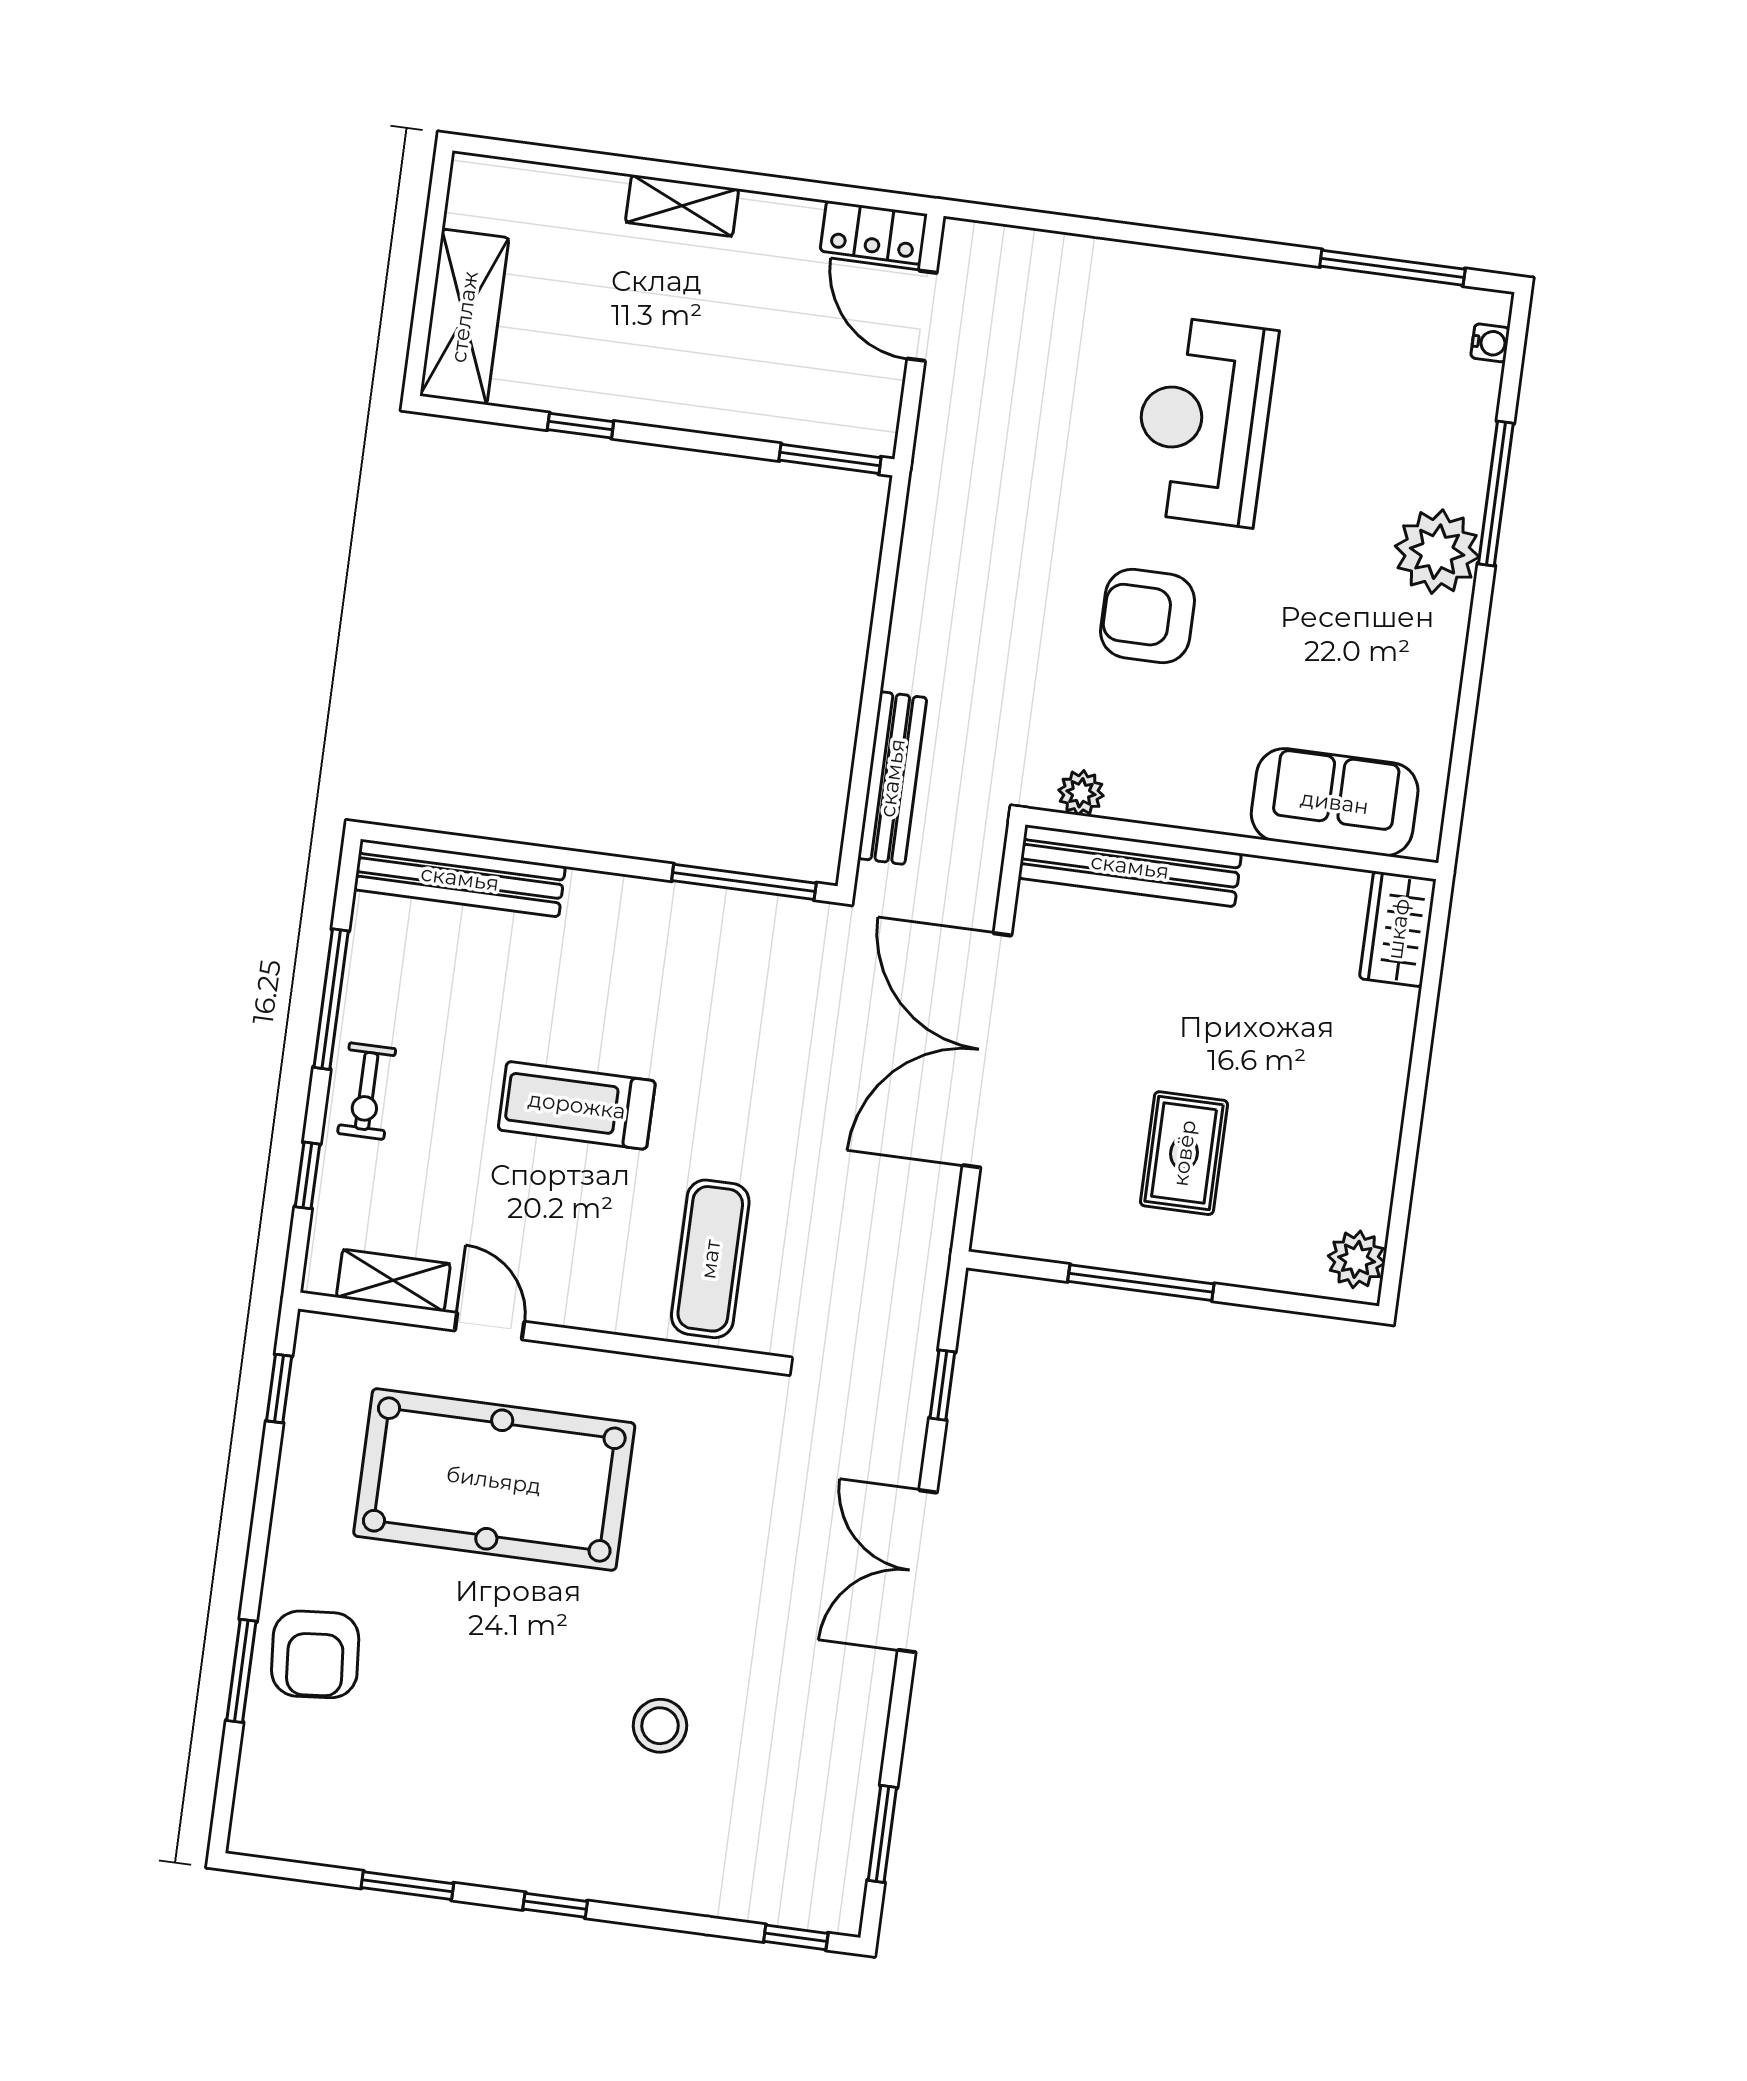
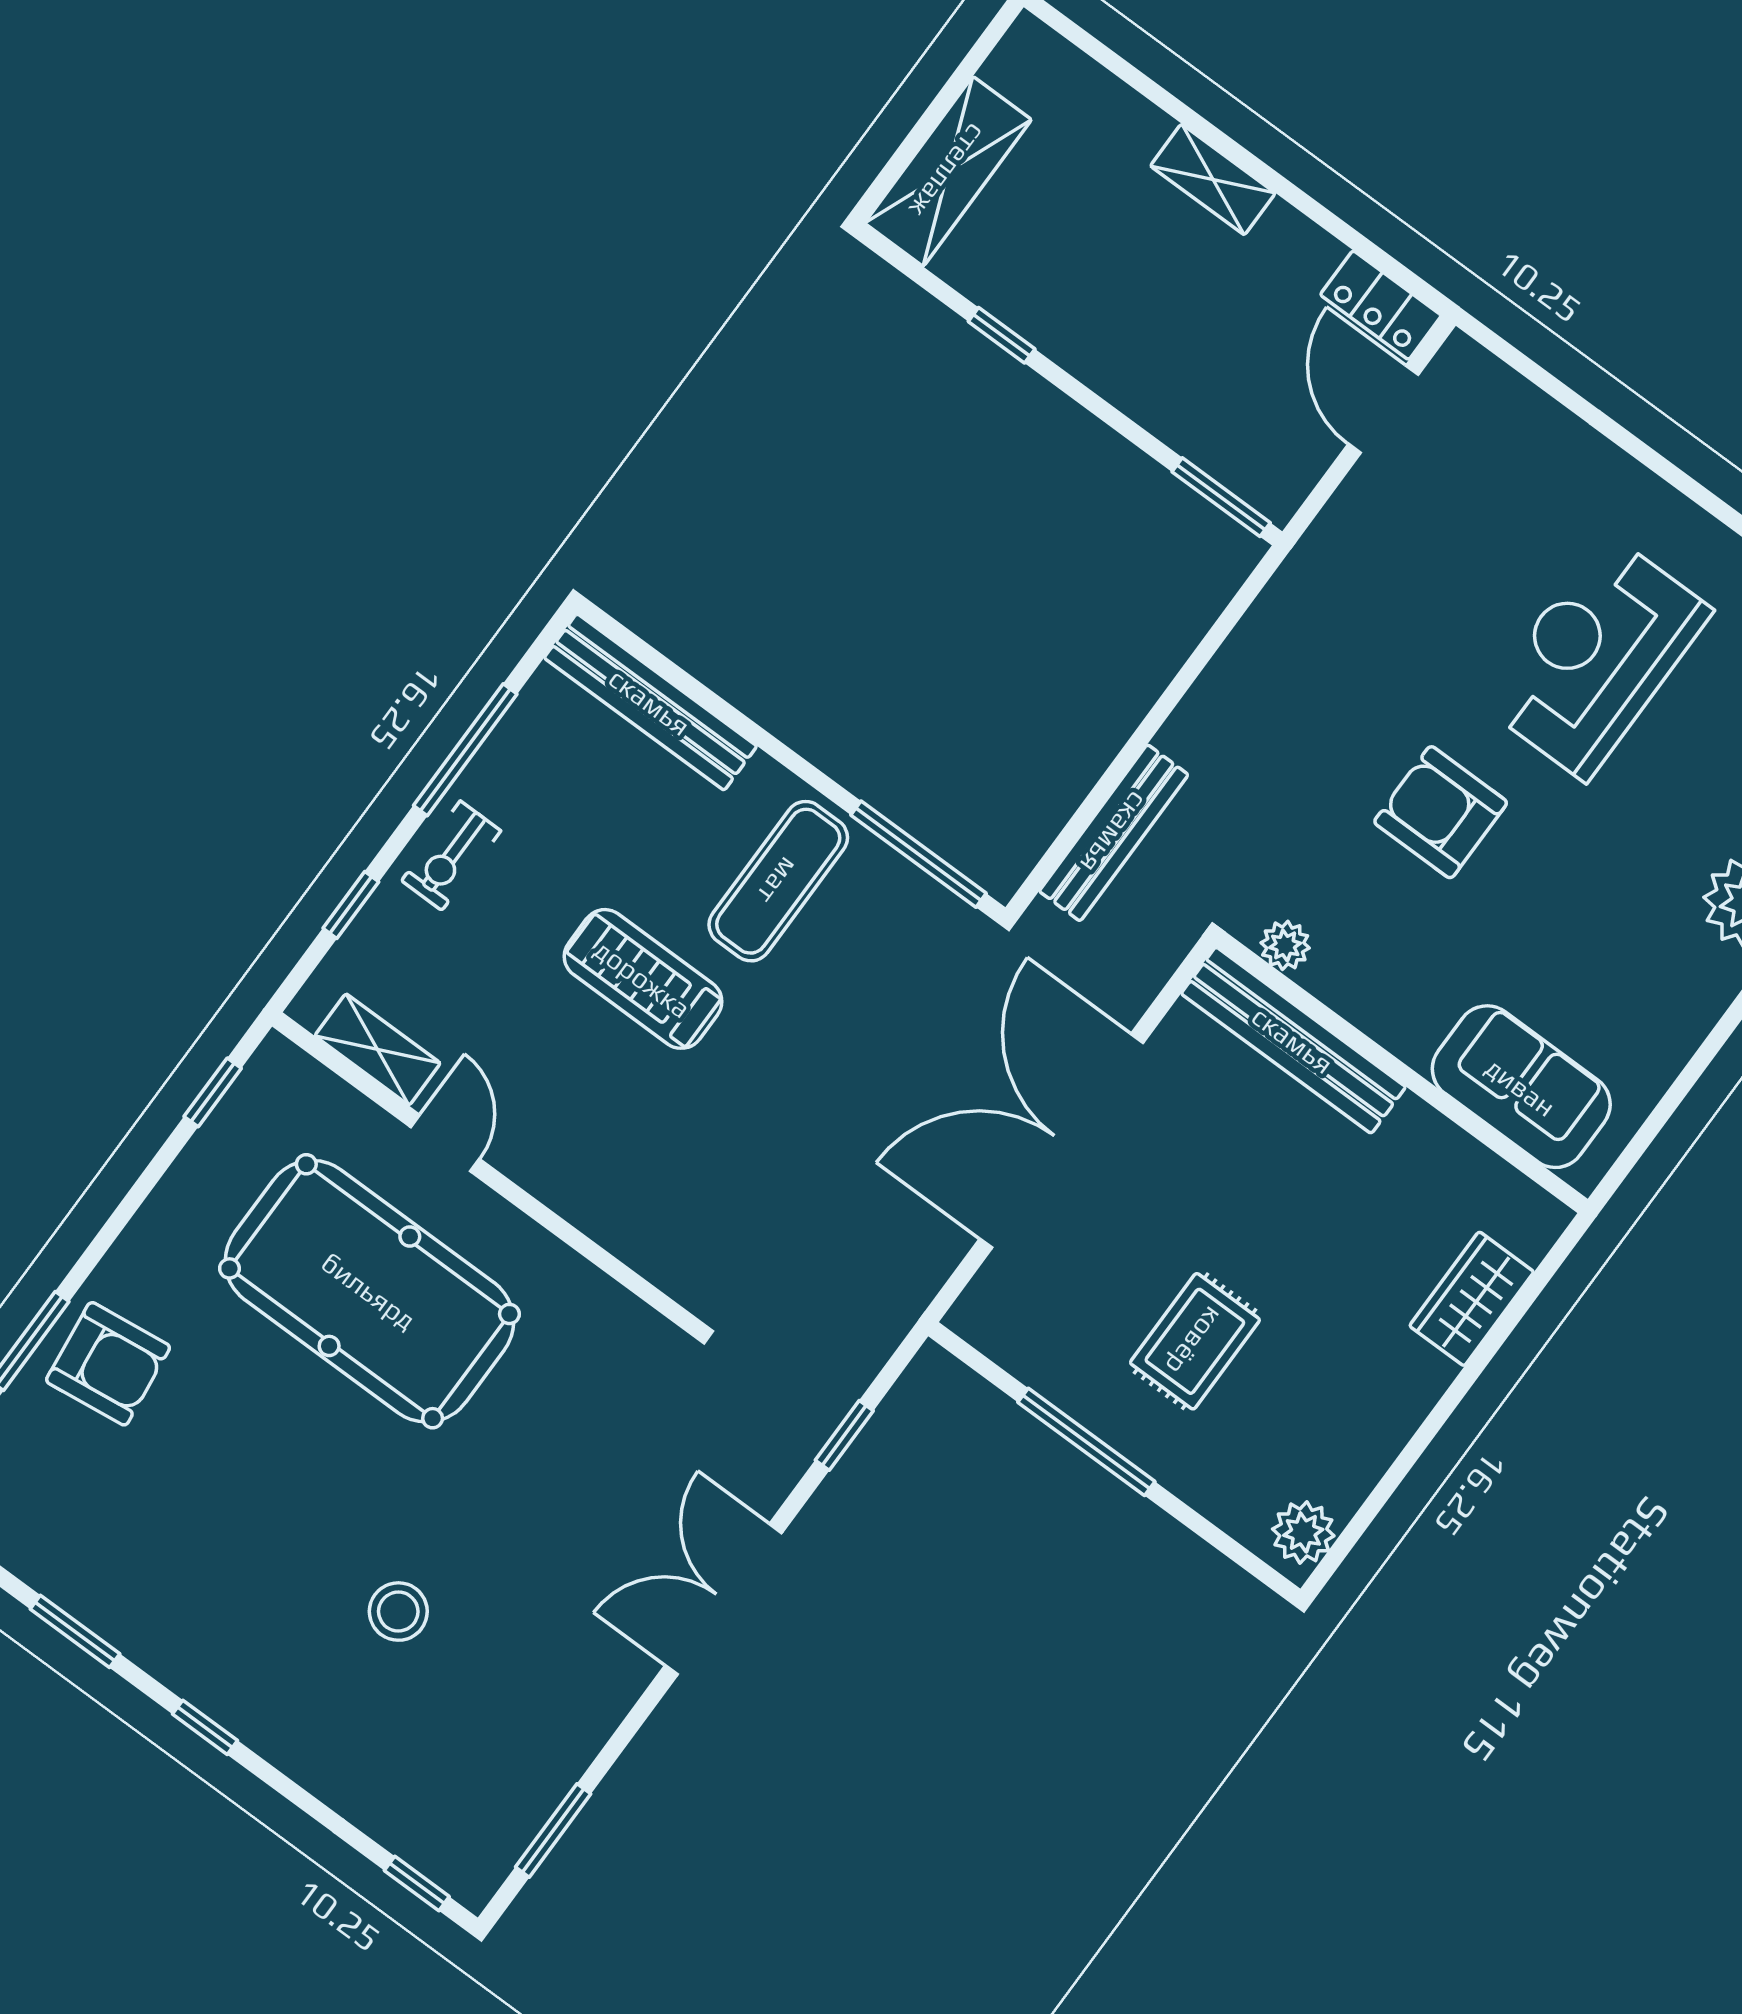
wardrobe: (1398, 929) -> (1472, 1299), moved
exercise mat: (710, 1259) -> (778, 881), moved
armchair: (315, 1654) -> (108, 1364), turned -92

